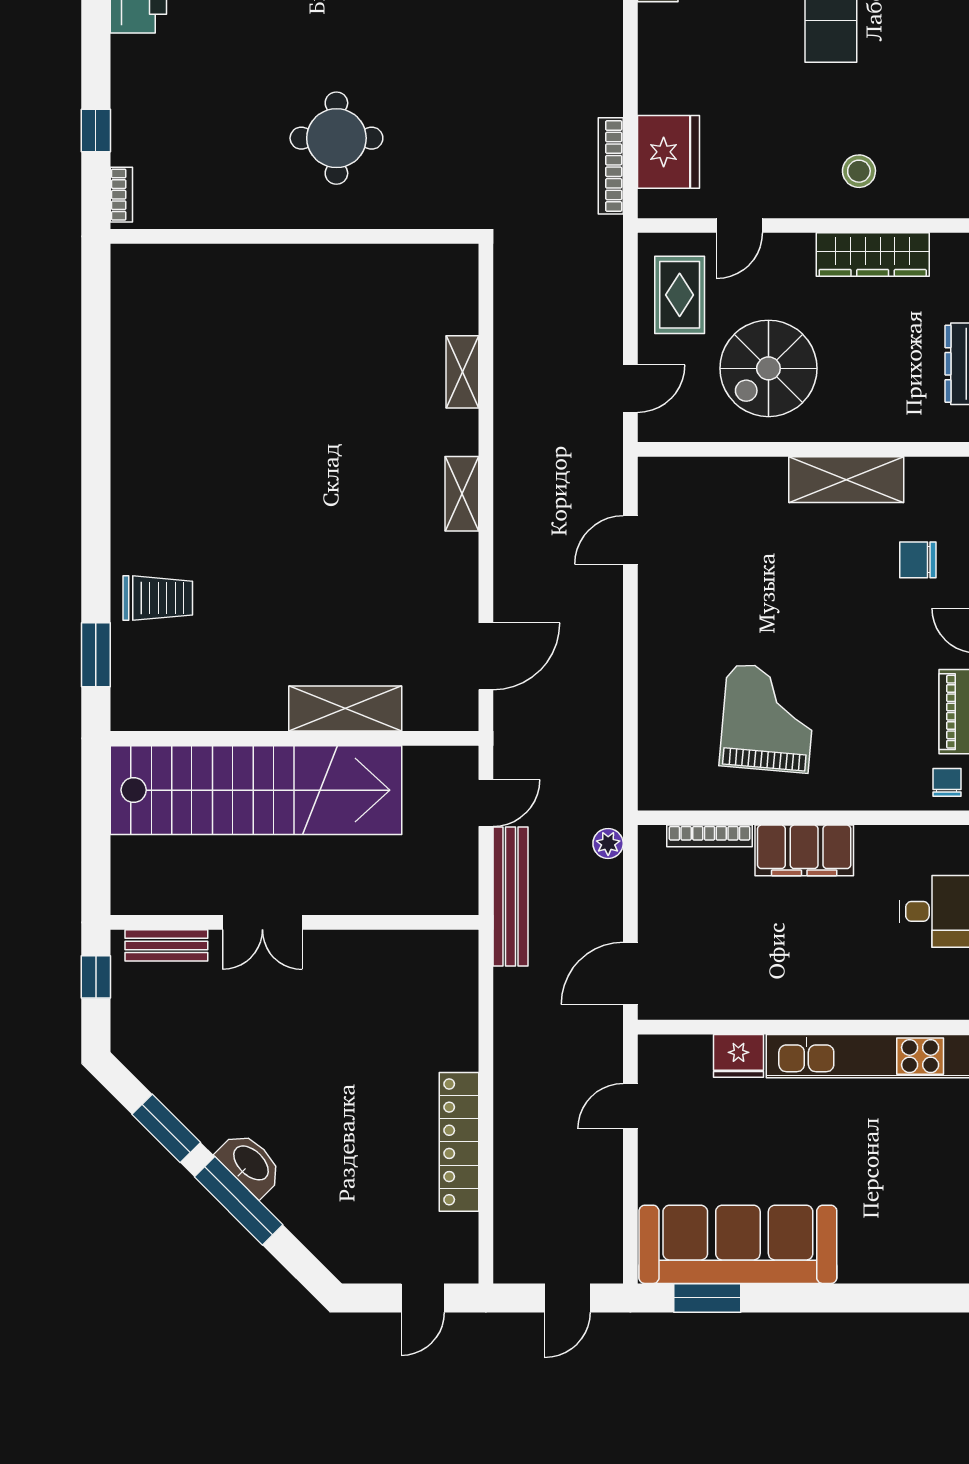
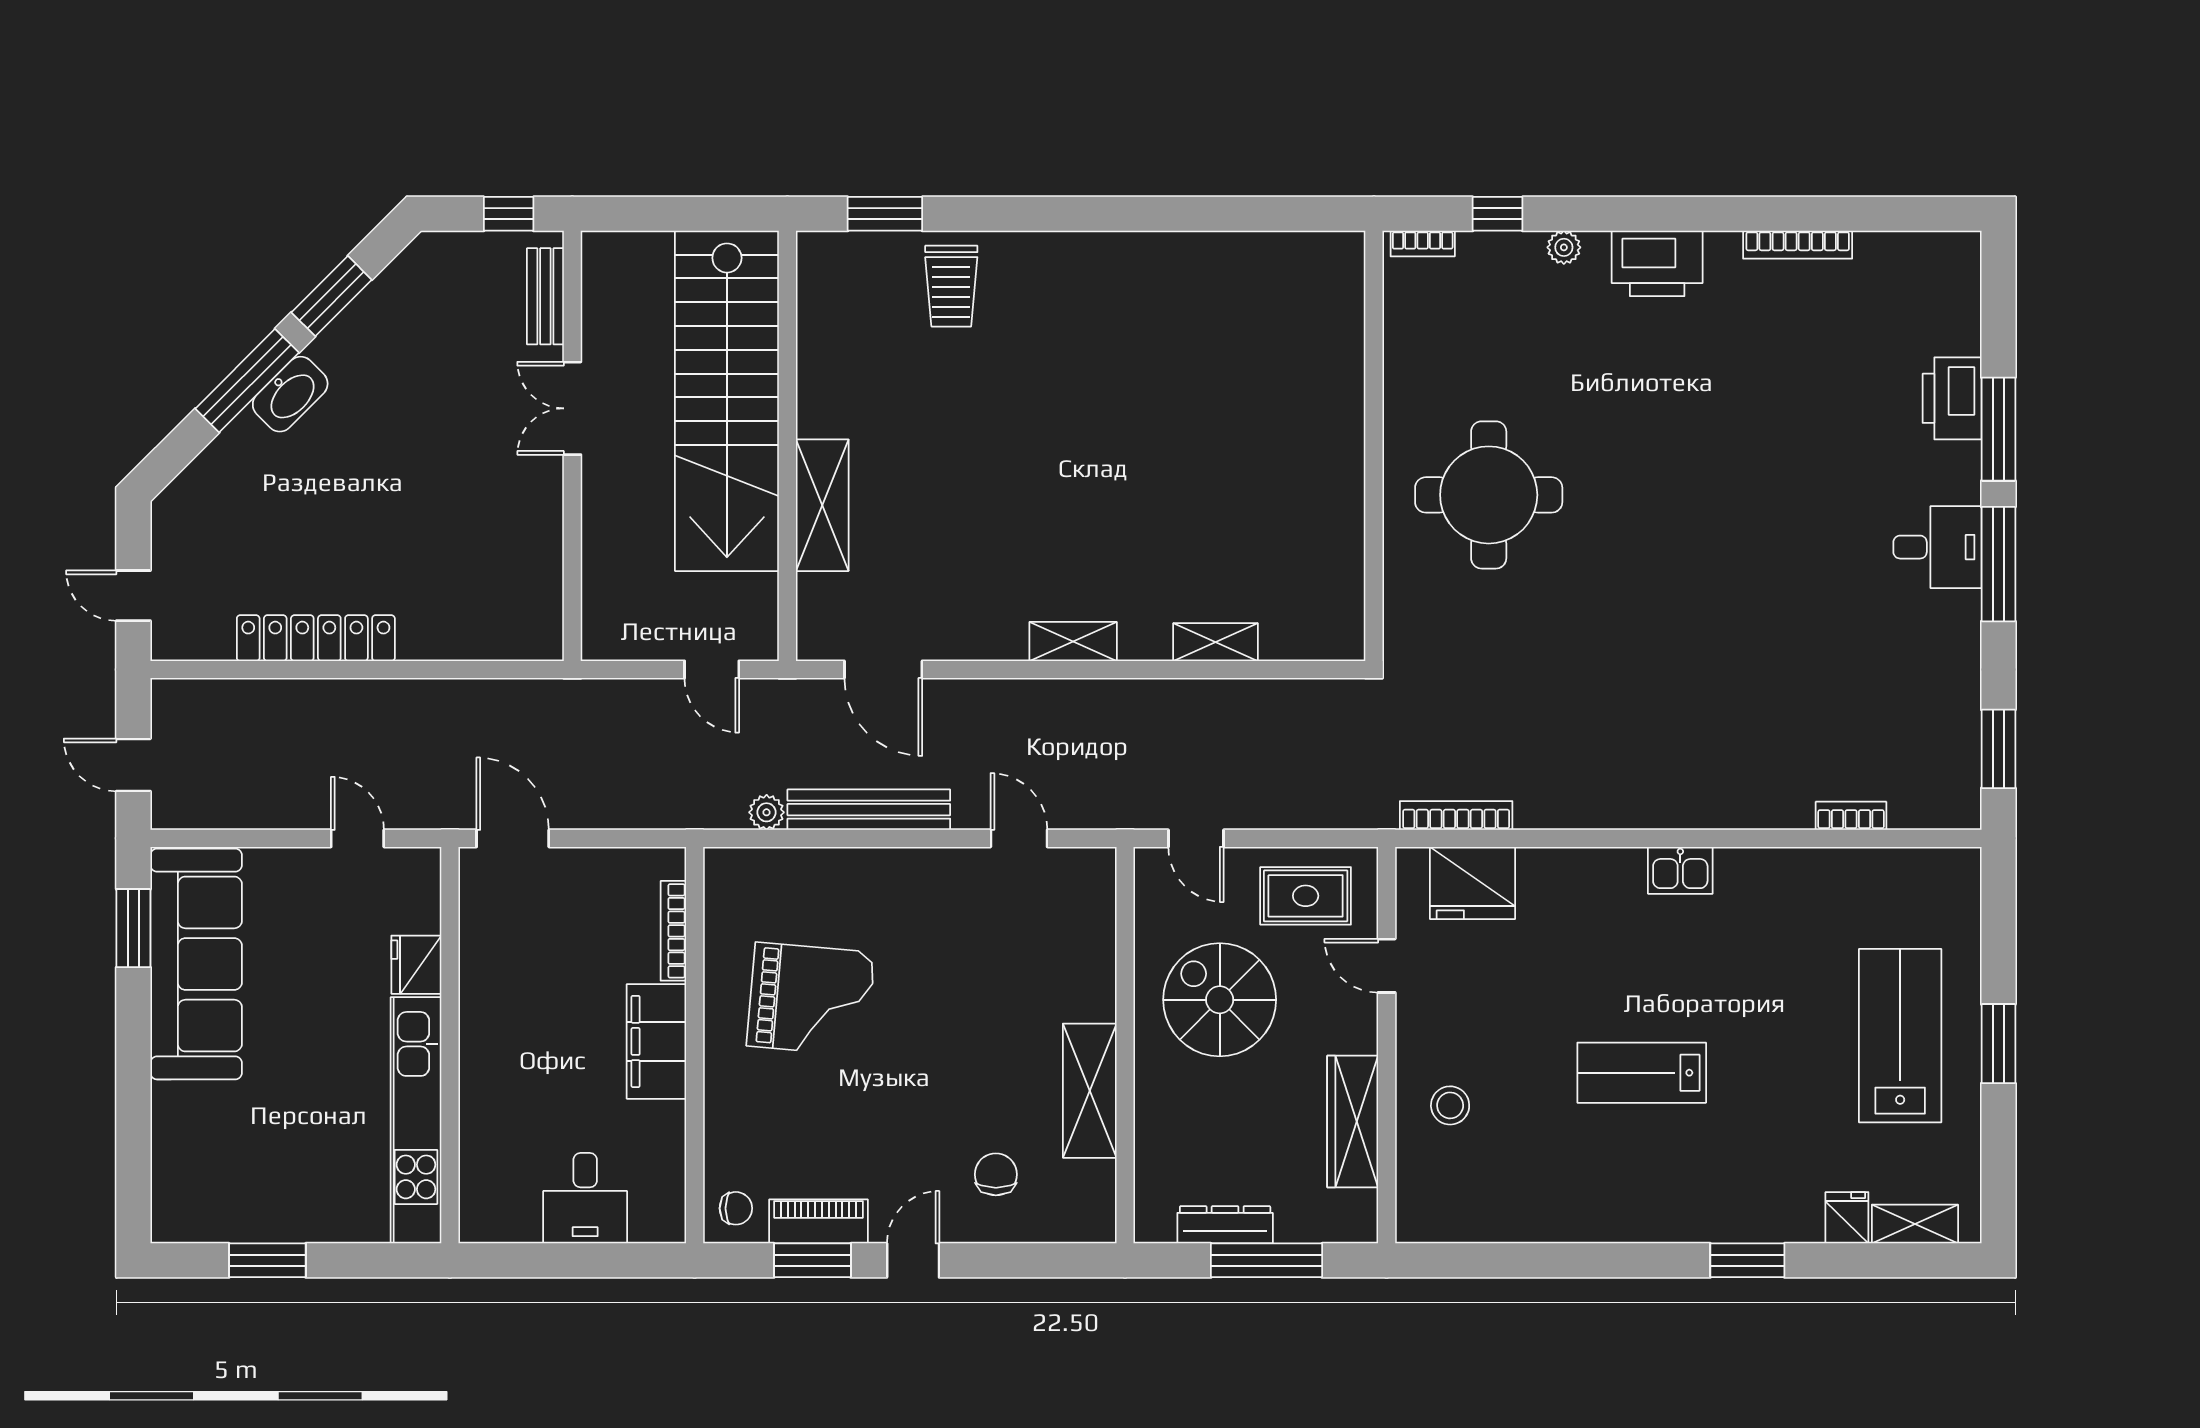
plant: (125, 74) -> (1564, 247), added
round table: (336, 138) -> (1489, 495), width x1.36, depth x1.36
plant: (608, 844) -> (767, 812), moved
bench: (510, 897) -> (869, 810), moved

